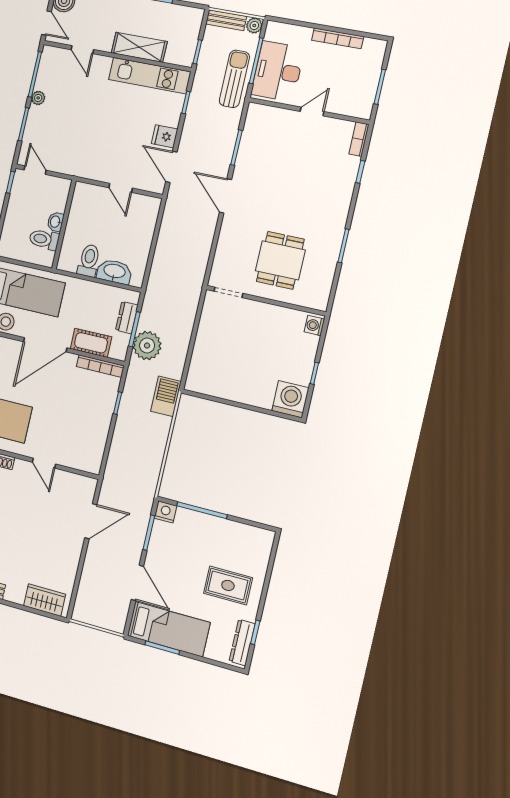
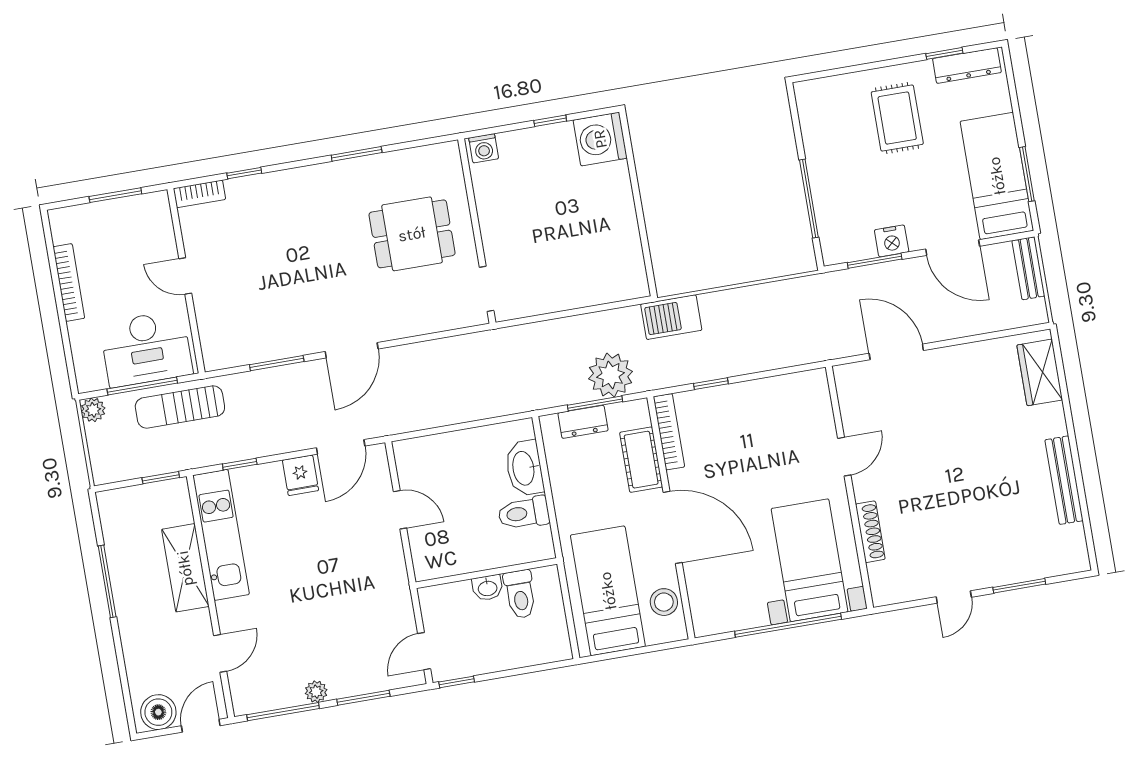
bench: (226, 20) -> (1028, 268), moved
door: (121, 188) -> (400, 510), hinge flipped
nightstand: (165, 512) -> (892, 241), moved, turned -90
door: (137, 583) -> (953, 248), swing flipped

